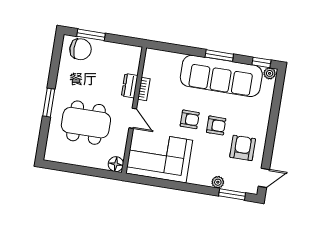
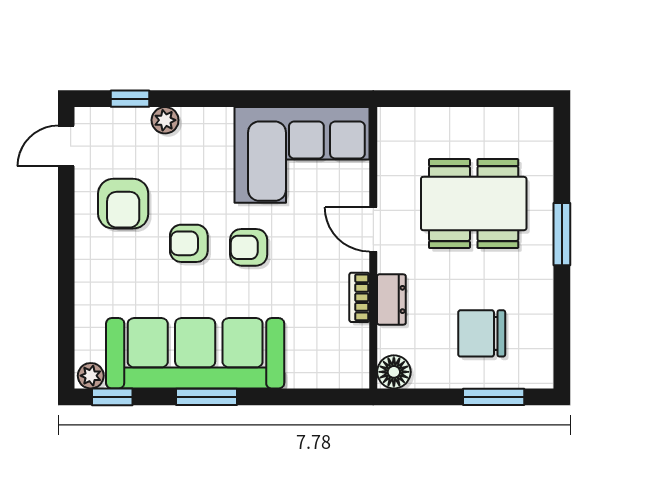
chair: (80, 49) -> (482, 333), moved
floor lamp: (116, 164) -> (394, 372), moved
window: (232, 194) -> (130, 99), width x0.67

